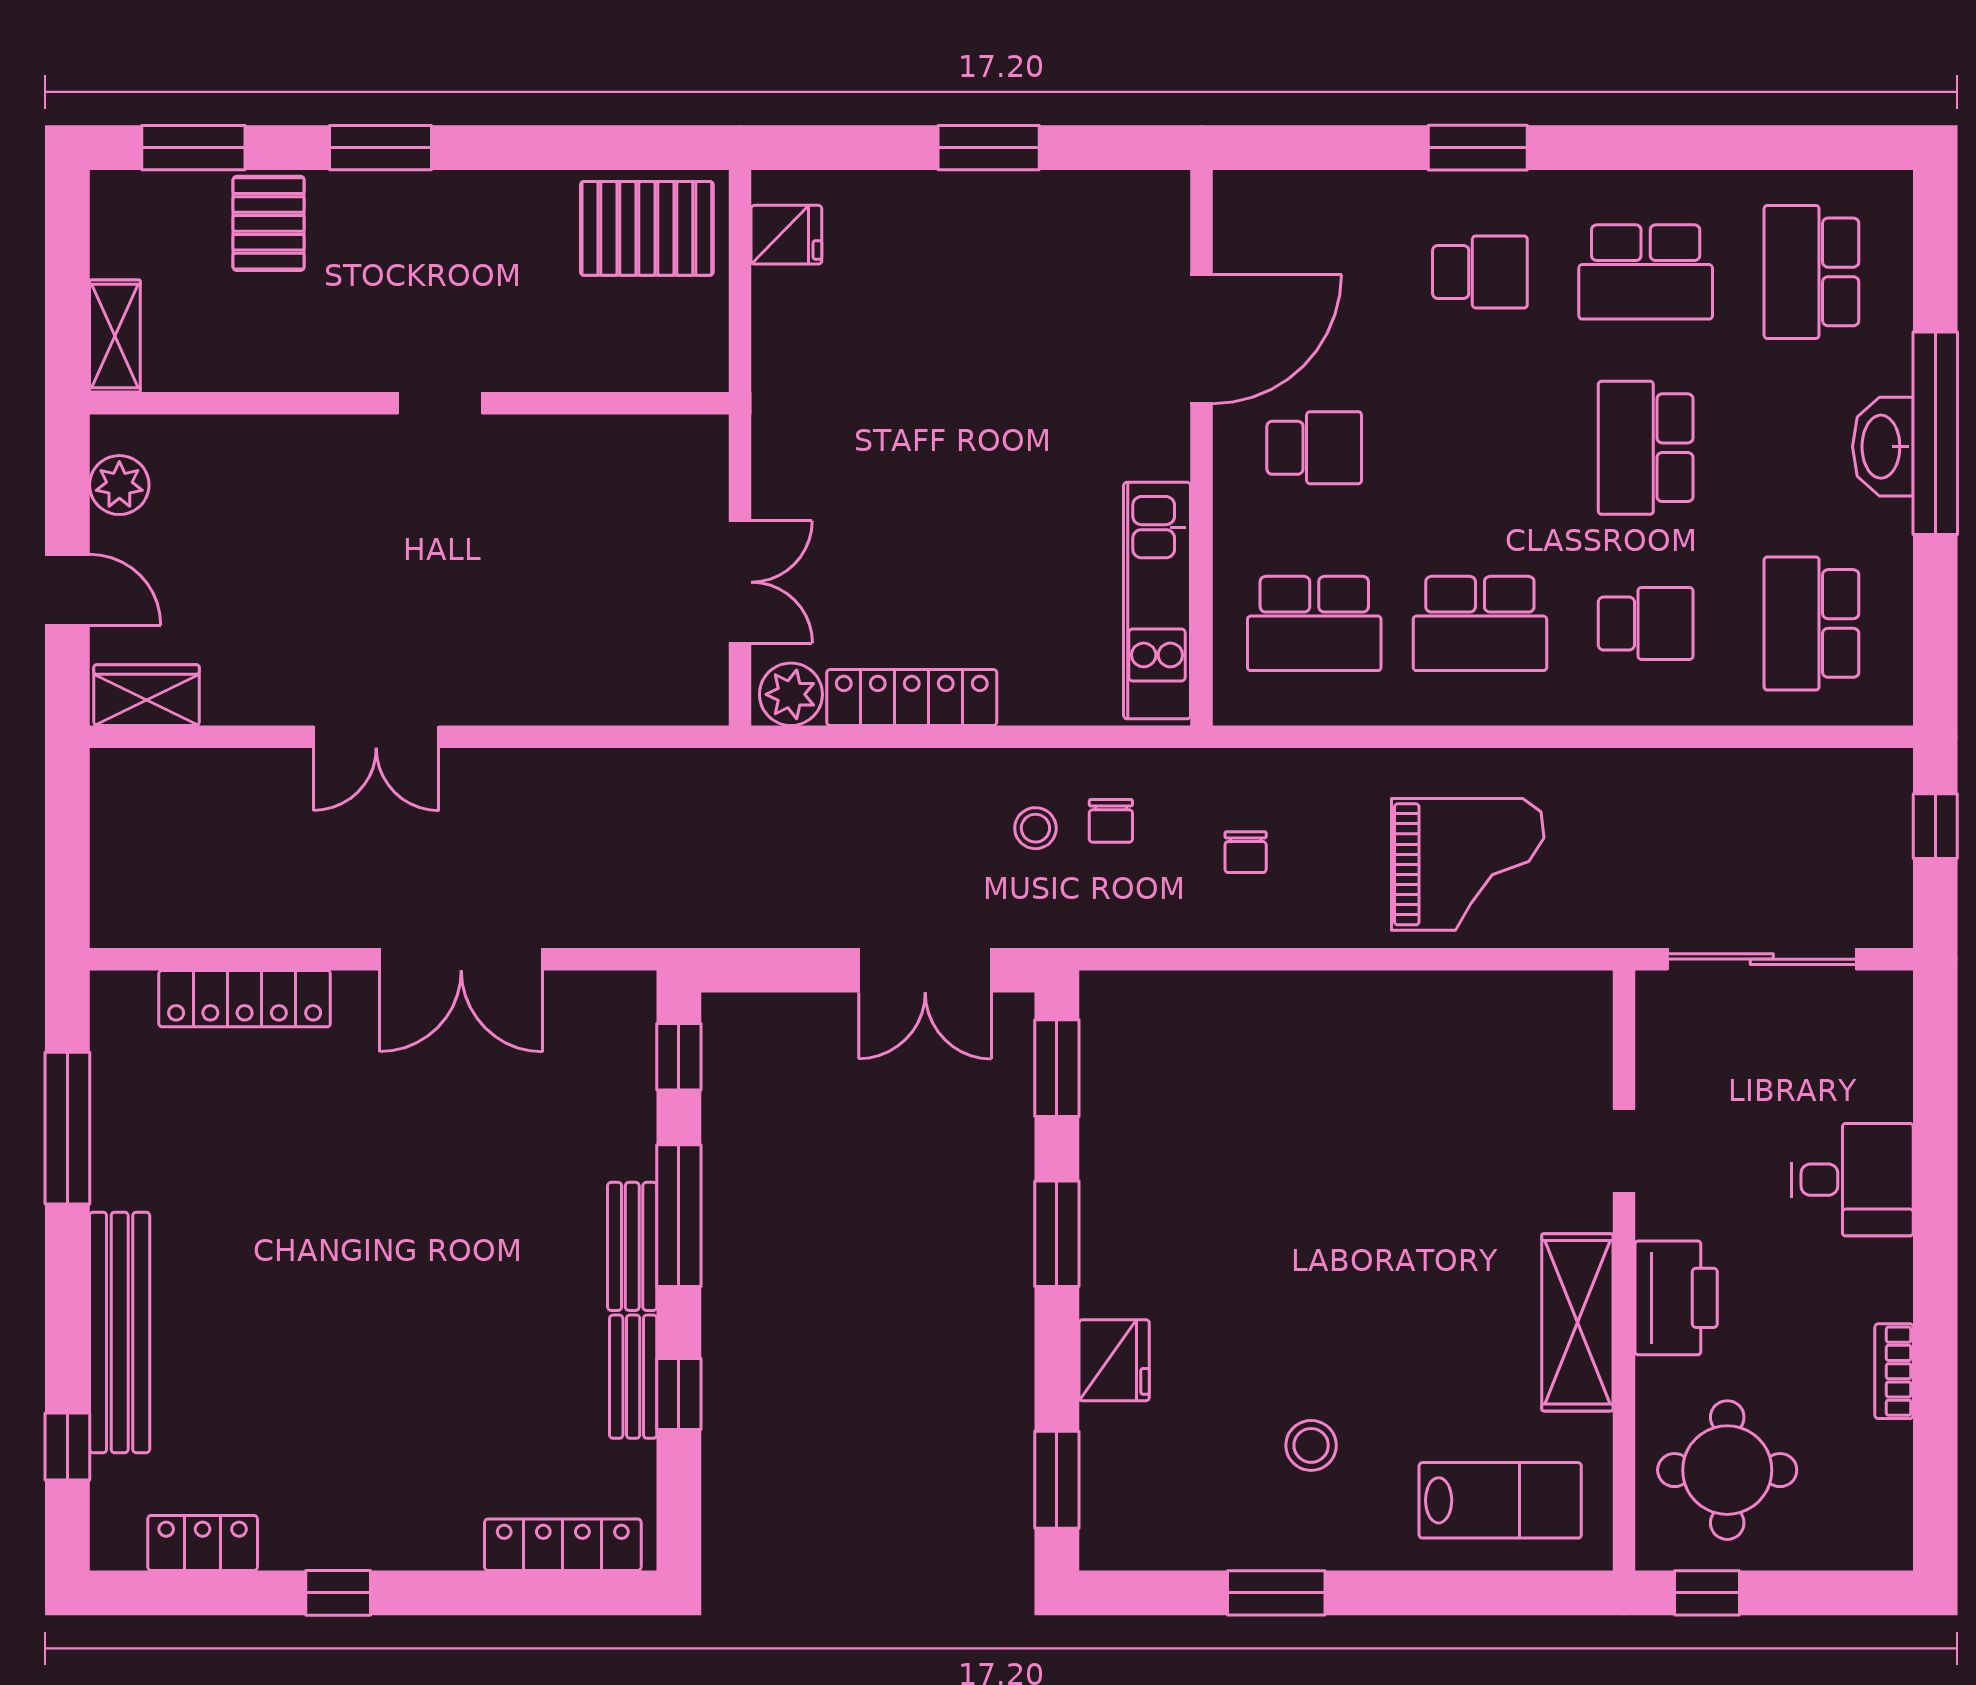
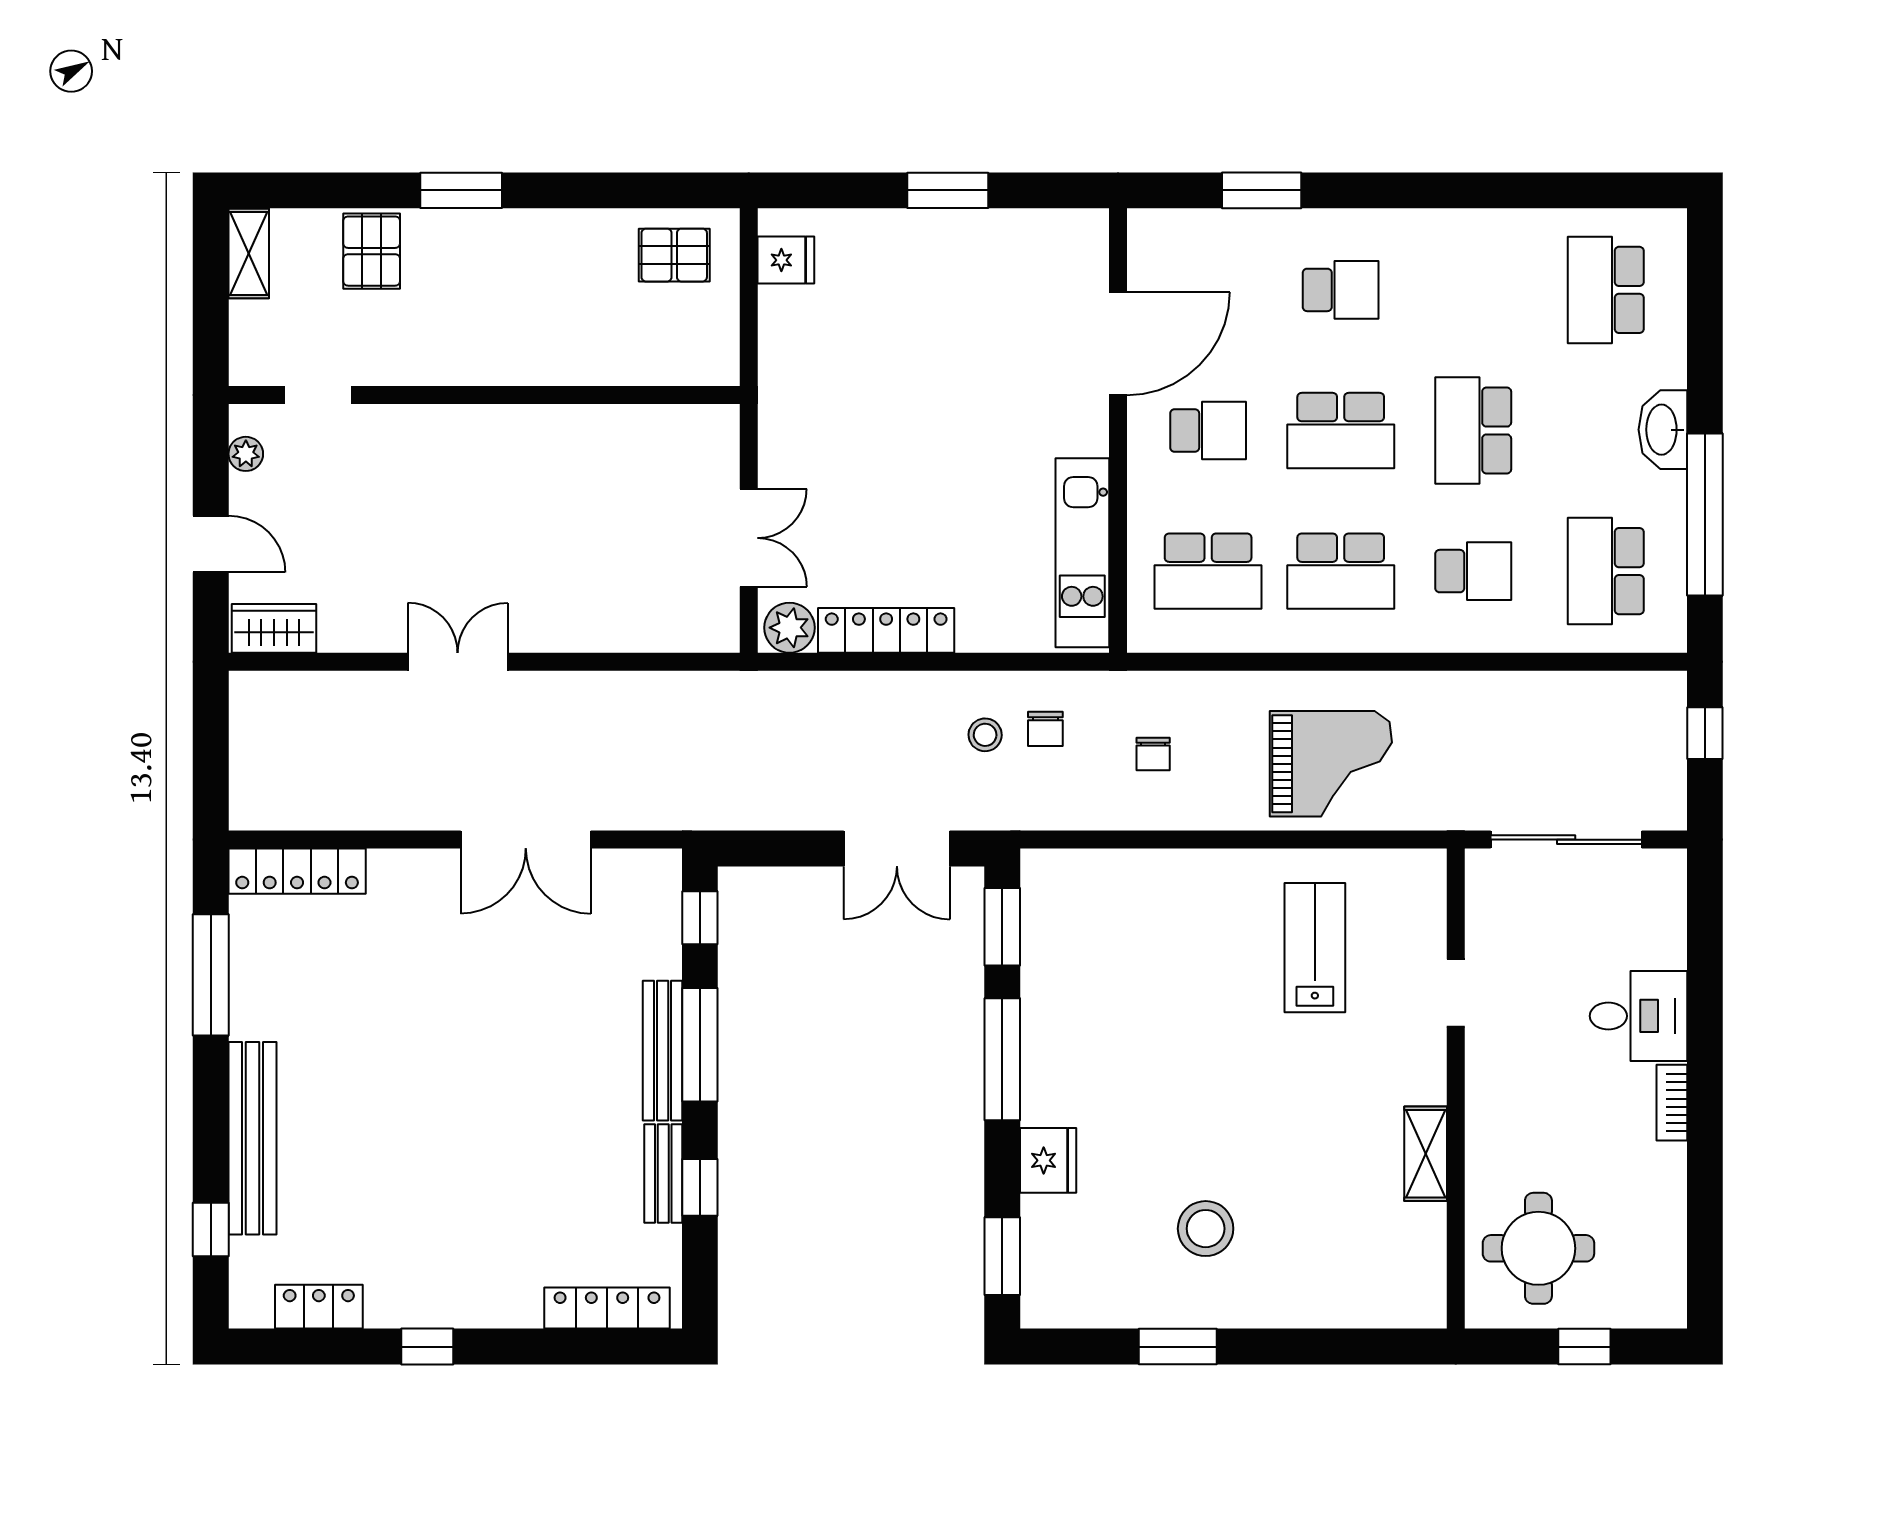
window: (193, 148) -> (311, 190), removed
window: (1478, 148) -> (1262, 190), moved
pallet: (647, 228) -> (674, 255), width x0.67, depth x0.71
school desk: (1646, 272) -> (1341, 431), moved
shelving: (115, 336) -> (249, 254), moved
doorway: (440, 403) -> (318, 395), moved
window: (1935, 433) -> (1705, 514), moved
plant: (119, 485) -> (246, 454), width x0.73, depth x0.73
double door: (376, 737) -> (458, 662), swing flipped
locker: (245, 999) -> (297, 871), moved
window: (1057, 1234) -> (1002, 1059), width x1.44
bench: (632, 1246) -> (663, 1051), width x1.36
printer: (1676, 1298) -> (1498, 1111), removed
shelving: (1577, 1322) -> (1426, 1154), width x0.67, depth x0.75
bookcase: (1894, 1371) -> (1672, 1103), moved
stool: (1311, 1445) -> (1206, 1229), width x1.38, depth x1.38
lab bench: (1500, 1500) -> (1315, 948), moved, turned -90
window: (1707, 1593) -> (1584, 1347), moved

